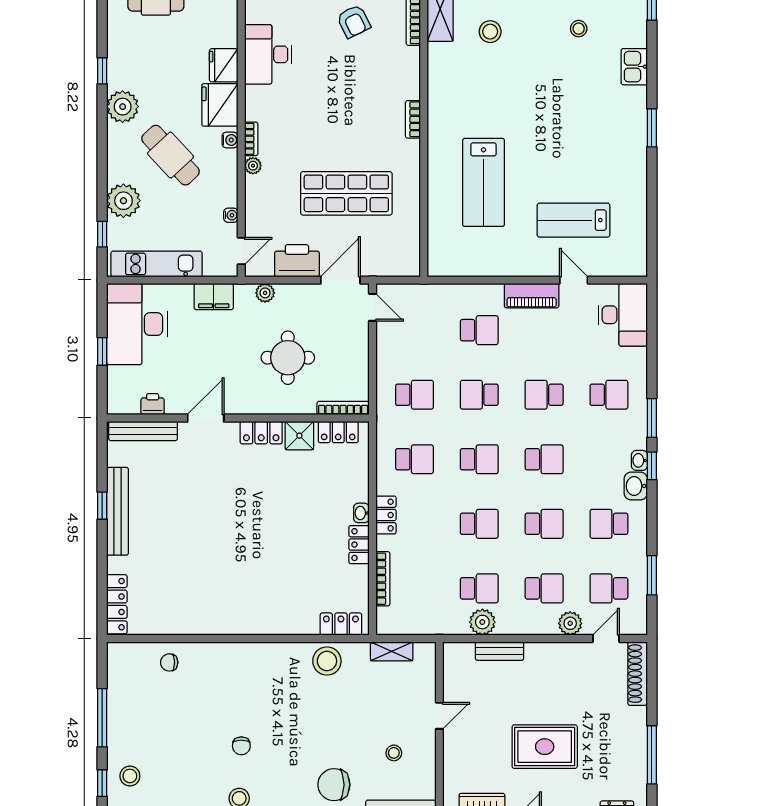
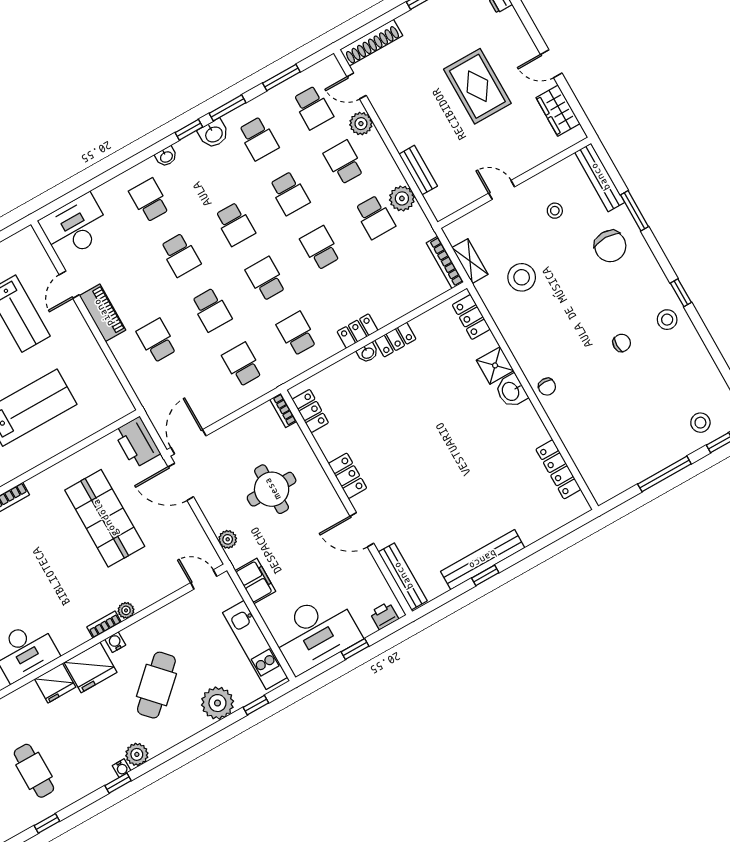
plant: (123, 107) -> (137, 754), width x0.73, depth x0.73
water cooler: (231, 215) -> (122, 768), moved, turned 180
printer: (297, 261) -> (137, 442), moved
door: (373, 307) -> (188, 442), width x1.38
printer: (153, 404) -> (384, 616), moved, turned 90
bookcase: (343, 408) -> (283, 410), width x0.64
window: (652, 418) -> (228, 108), moved
shower: (299, 436) -> (495, 365), moved
school desk: (544, 459) -> (235, 224), turned 180
washbasin: (639, 460) -> (166, 157), moved
school desk: (544, 524) -> (289, 193), turned 180
bookcase: (383, 579) -> (445, 262), moved, turned -90
school desk: (479, 588) -> (375, 217), turned 180
locker: (117, 604) -> (558, 469), moved, turned -90
washbasin: (254, 622) -> (511, 391), added
stool: (327, 661) -> (522, 277), moved
chair: (169, 662) -> (547, 387), moved

